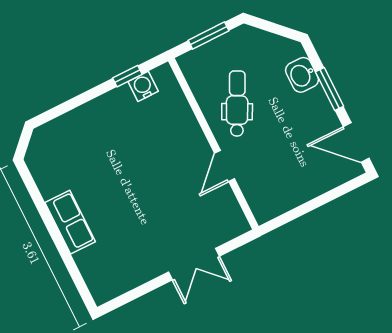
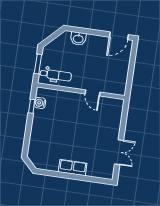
window: (330, 89) -> (91, 32), removed
dental chair: (237, 104) -> (56, 75), moved, turned 153
double door: (194, 264) -> (119, 152), moved

